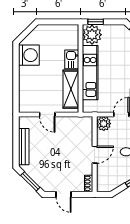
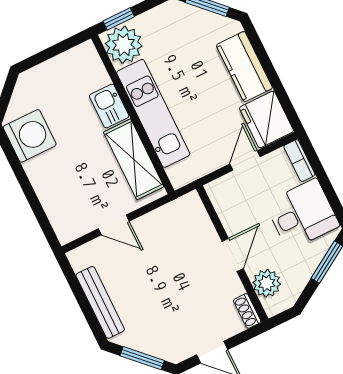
plant: (104, 124) -> (267, 283), moved

